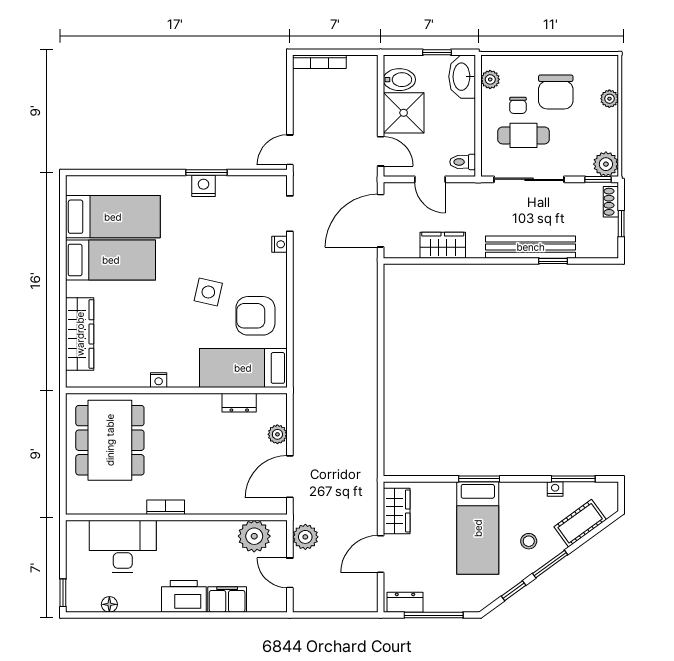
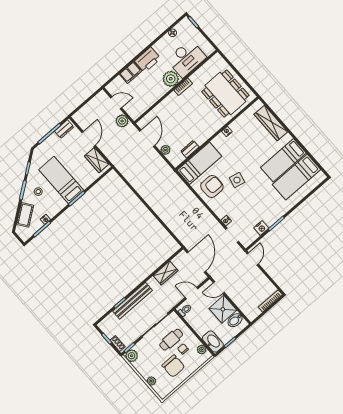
chair: (556, 92) -> (173, 366), turned 180
nightstand: (203, 186) -> (261, 228), moved
plant: (254, 536) -> (171, 79), moved

